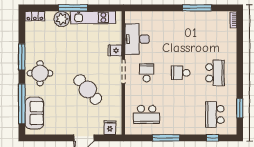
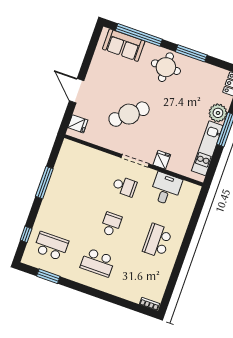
window: (197, 8) -> (177, 268), removed
desk: (137, 39) -> (166, 189), width x0.73
school desk: (147, 114) -> (157, 241), moved

